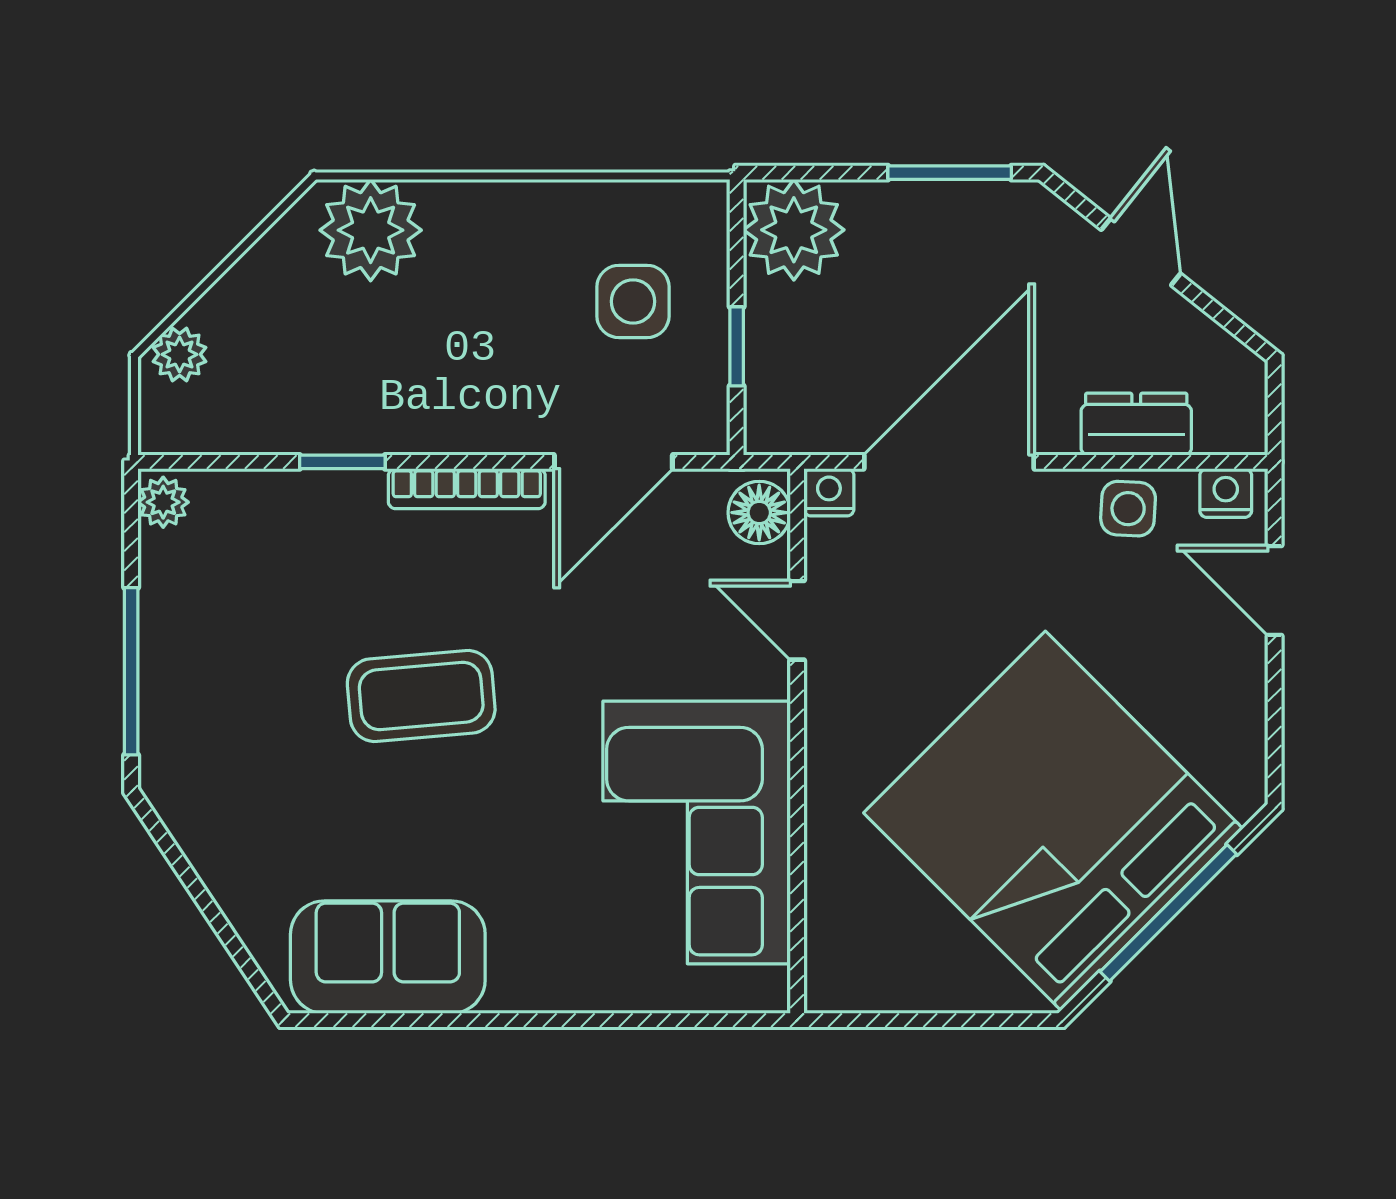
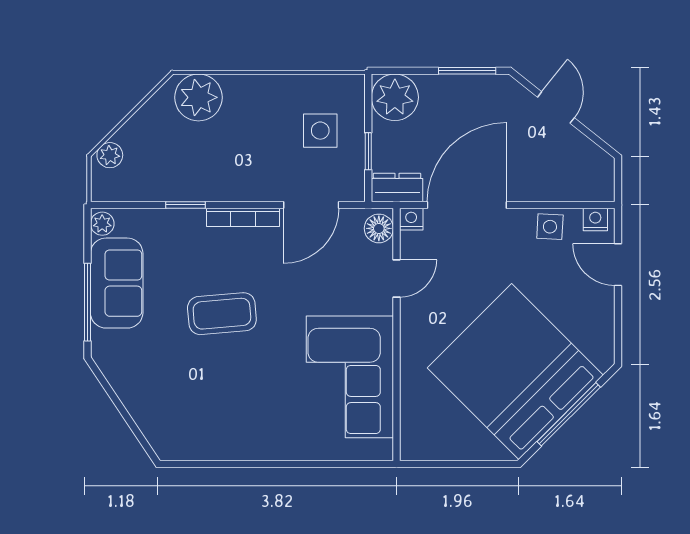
dresser: (1136, 424) -> (397, 187), moved
door: (797, 620) -> (396, 278), swing flipped
sofa: (388, 957) -> (117, 283), moved, turned 90

